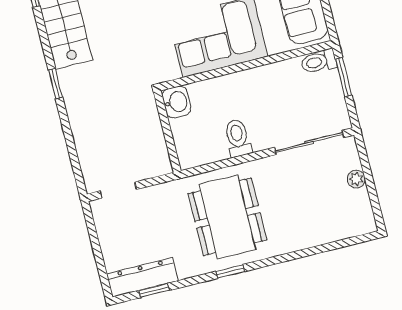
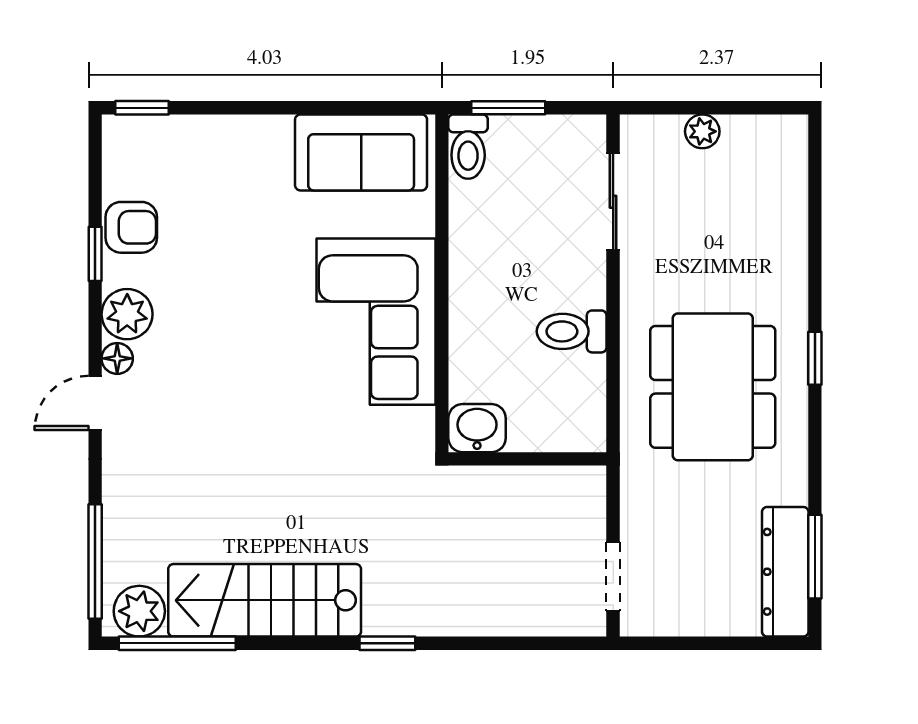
sliding door: (309, 143) -> (613, 202), width x0.73
dining table: (227, 217) -> (713, 387), turned 90
window: (230, 271) -> (815, 358), moved
window: (154, 290) -> (815, 557), width x1.50

